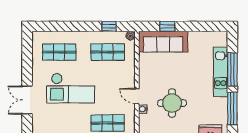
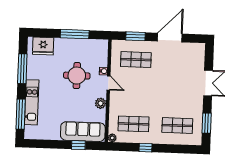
window: (109, 26) -> (145, 148), moved
window: (27, 56) -> (207, 123), added
window: (232, 69) -> (21, 114), moved
plant: (145, 73) -> (101, 103), added
checkout: (71, 88) -> (168, 92), removed

